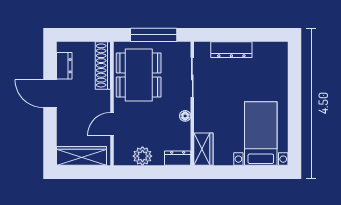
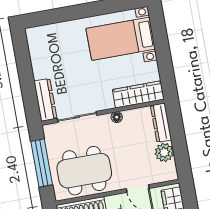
dresser: (231, 50) -> (45, 100), moved
wardrobe: (203, 149) -> (138, 94), width x1.50
dresser: (178, 158) -> (161, 123), width x1.44

